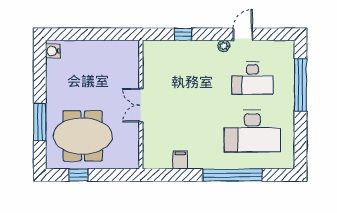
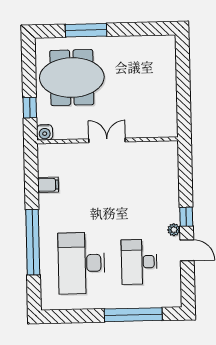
window: (183, 34) -> (186, 217), moved
water cooler: (53, 51) -> (45, 132), moved, turned 180
meeting table: (83, 136) -> (72, 78), turned 90
window: (78, 175) -> (30, 108), moved

